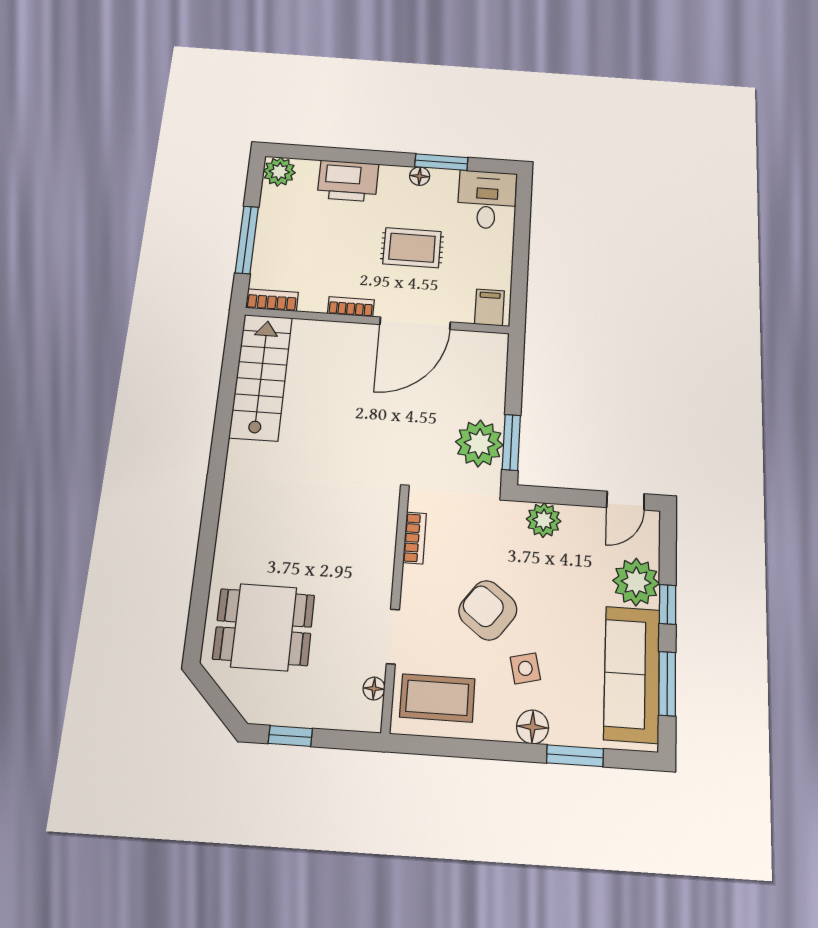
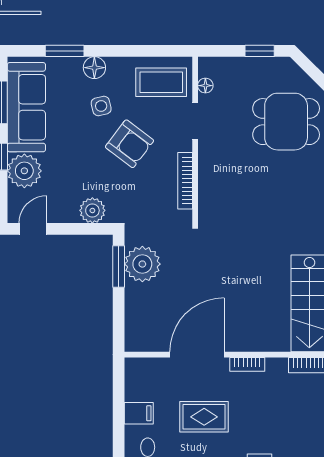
filing cabinet: (489, 307) -> (139, 413), moved, turned -90
bookcase: (415, 538) -> (185, 181), width x1.56

